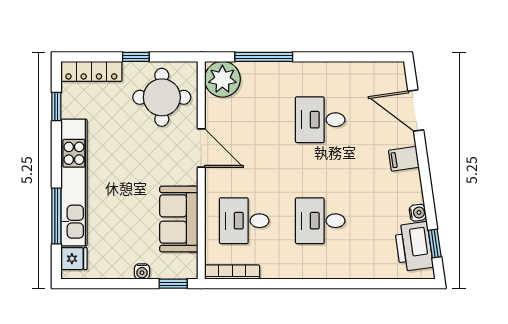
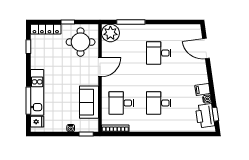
door: (201, 148) -> (100, 67), hinge flipped
filing cabinet: (404, 159) -> (203, 89), moved
kitchen unit: (74, 182) -> (37, 92), width x0.73

